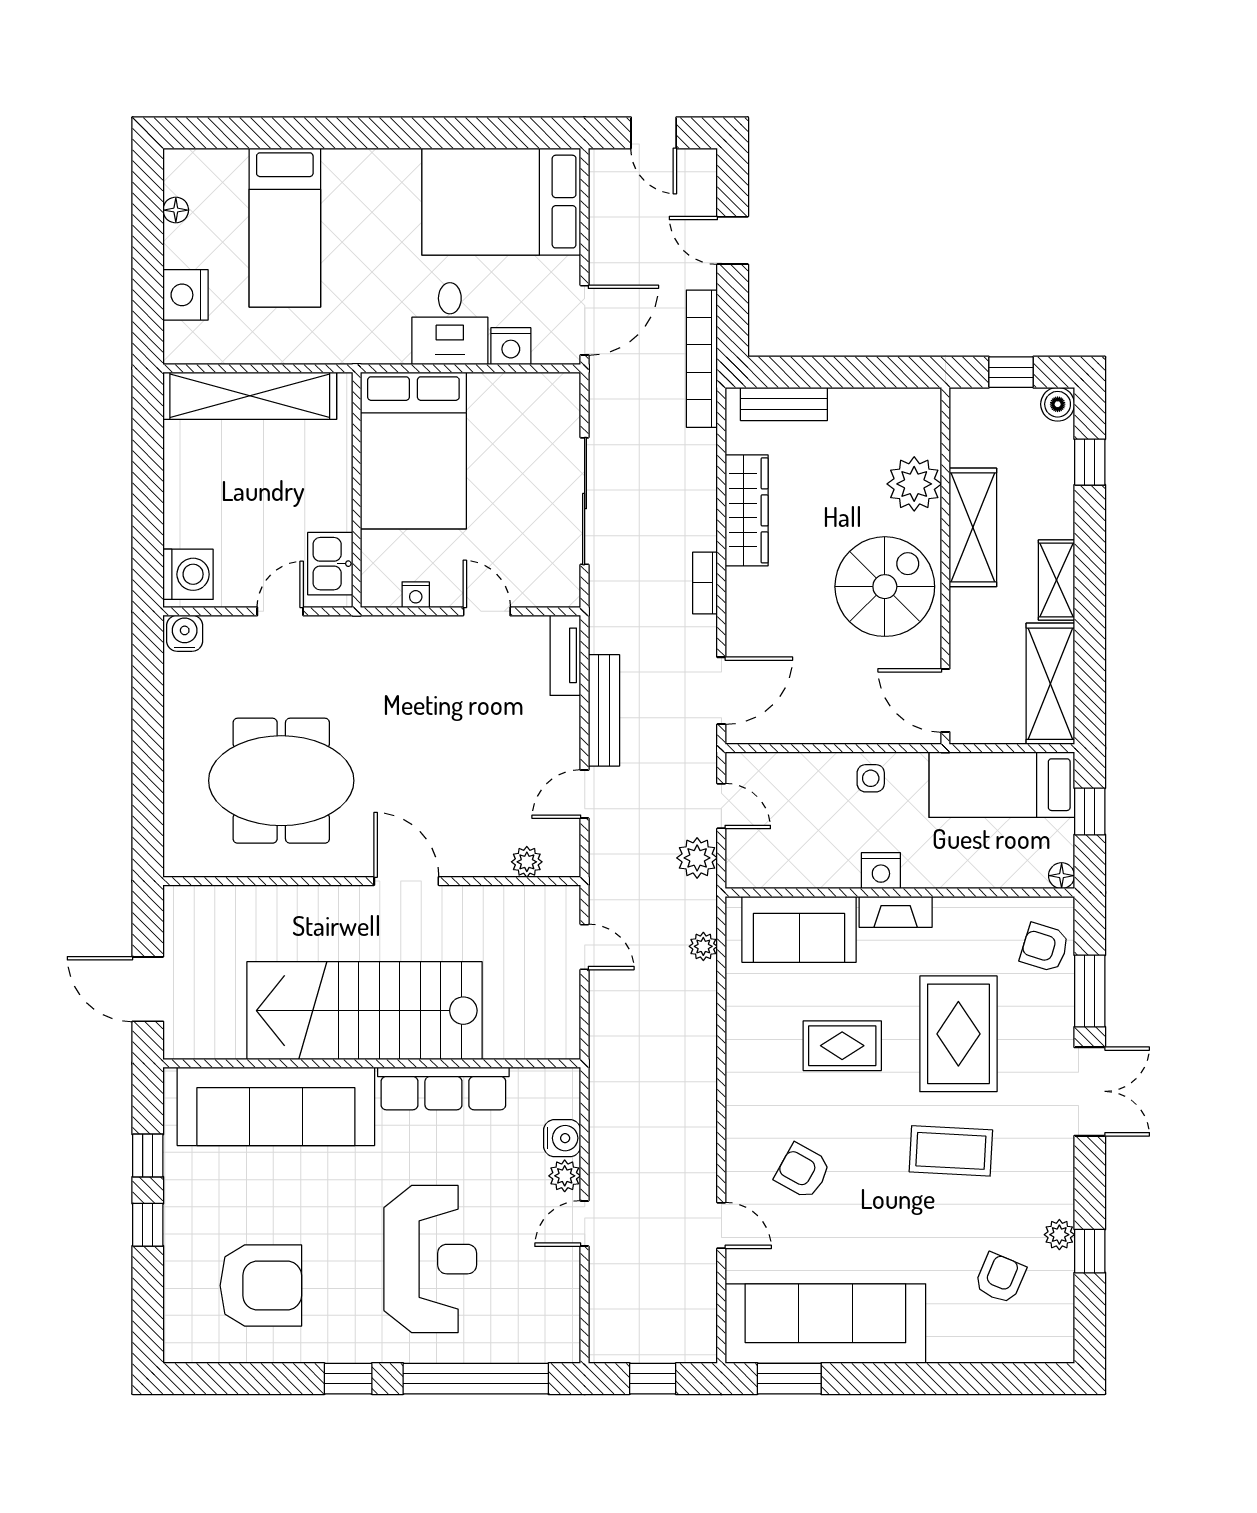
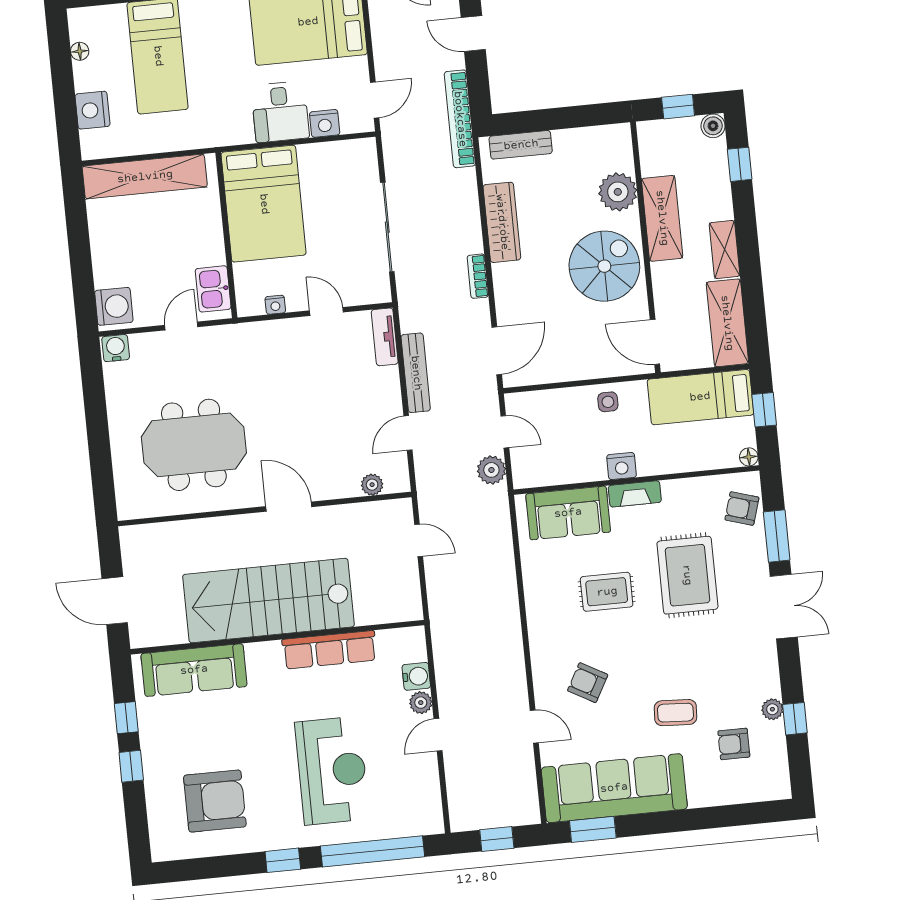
door: (585, 320) -> (375, 100), width x0.73
plant: (703, 946) -> (502, 532), removed
sofa: (276, 1106) -> (194, 670), width x0.74, depth x0.79
coffee table: (951, 1151) -> (675, 713), moved, width x0.73, depth x0.77
armchair: (1000, 1278) -> (734, 744), turned -113

